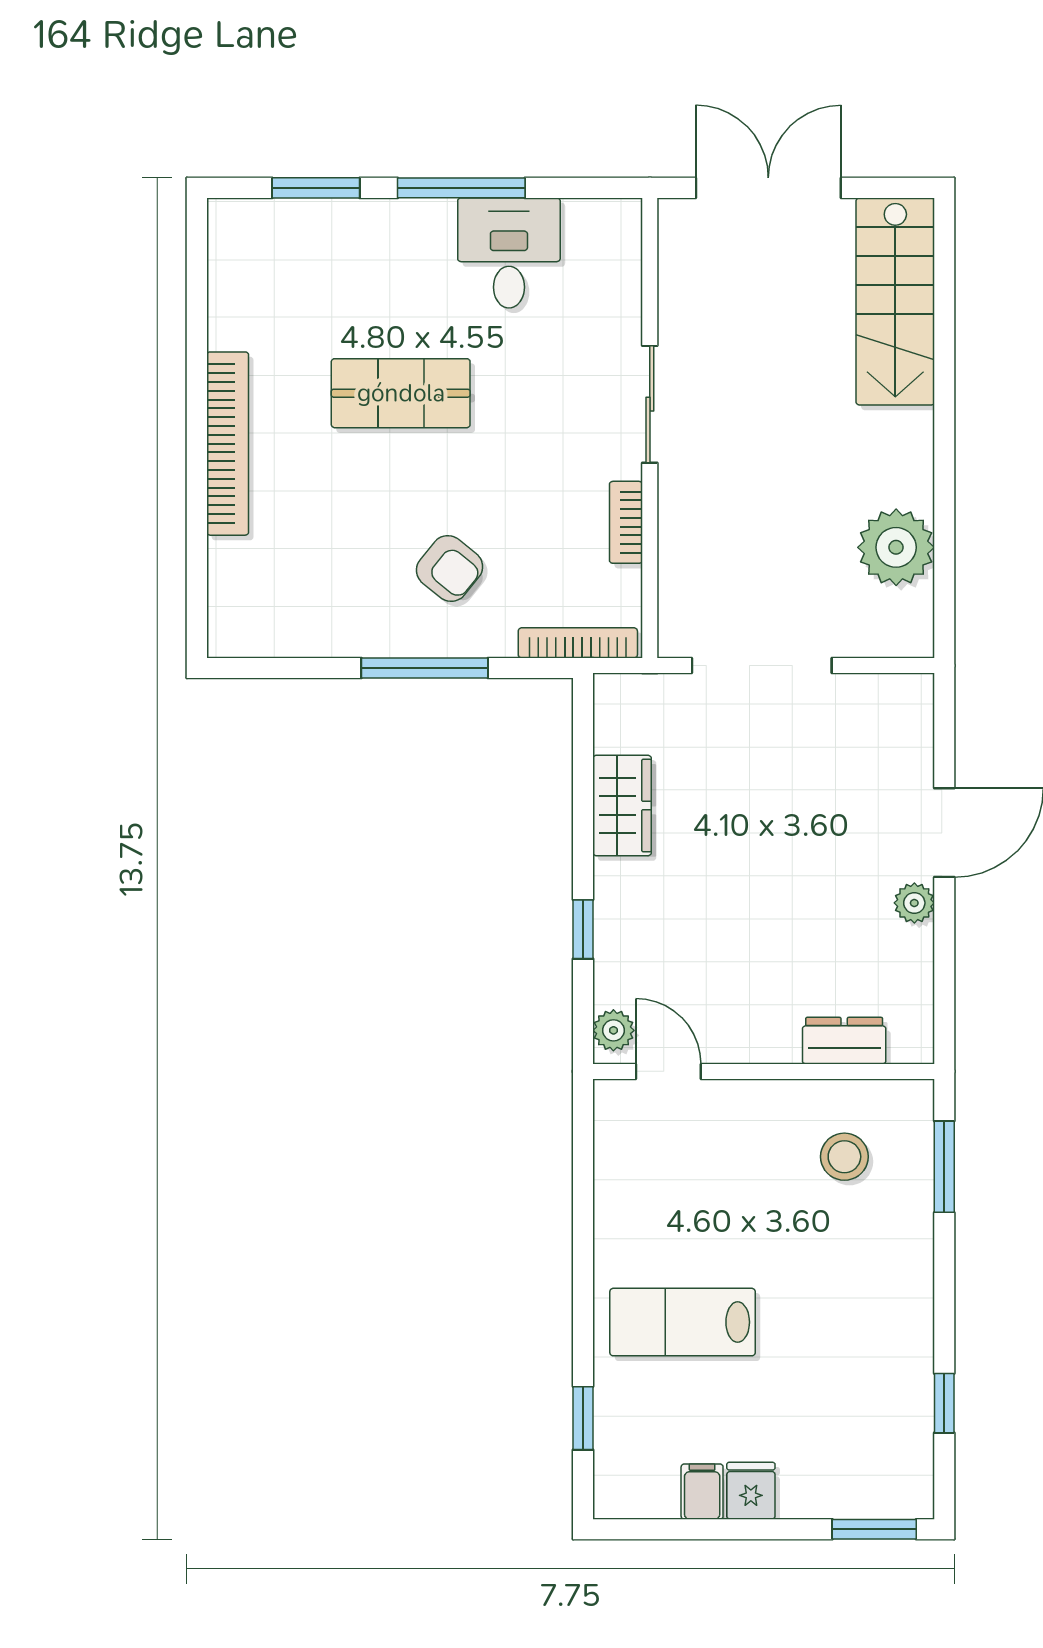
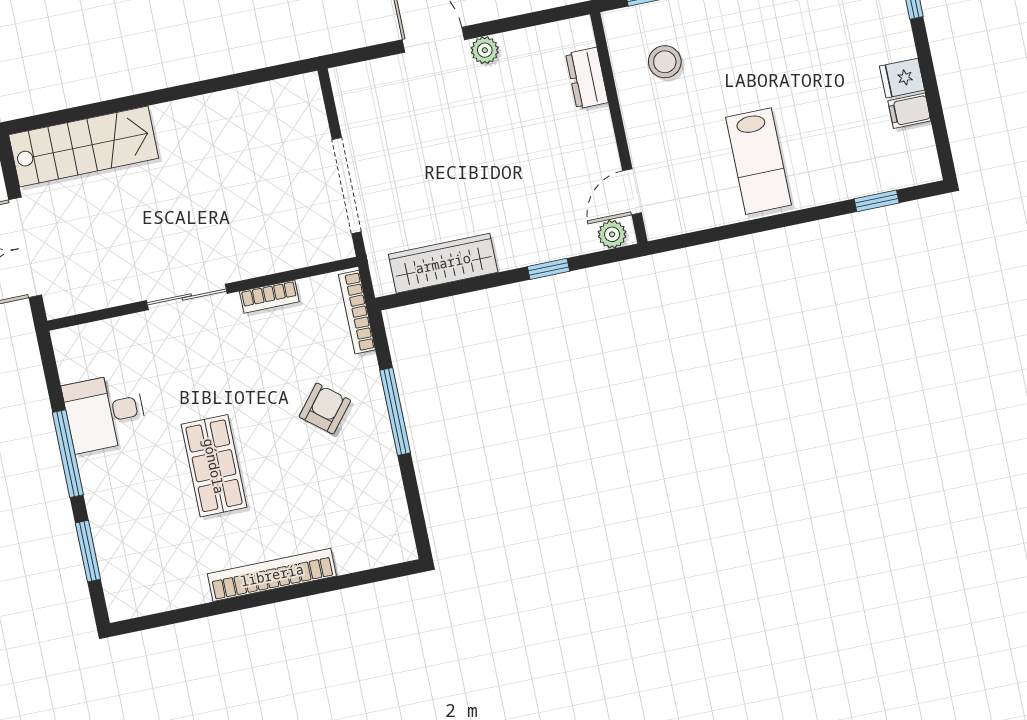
plant: (896, 547) -> (249, 112), removed
wardrobe: (622, 805) -> (443, 263), width x1.50
lab bench: (683, 1322) -> (759, 161), moved

